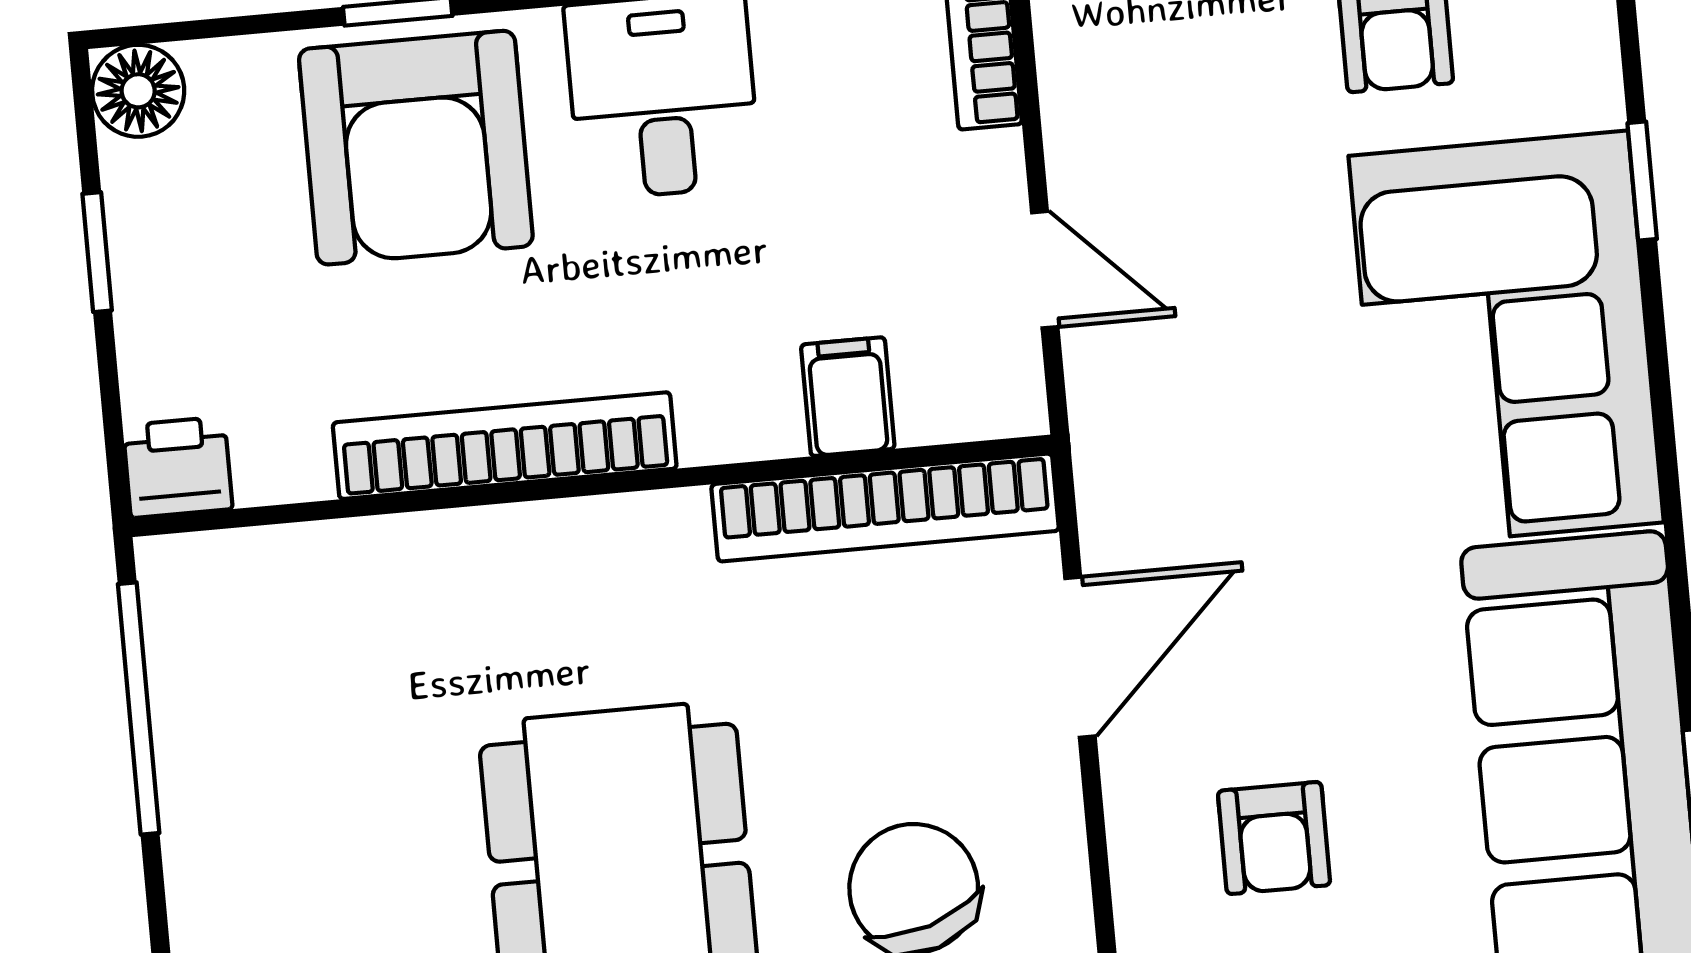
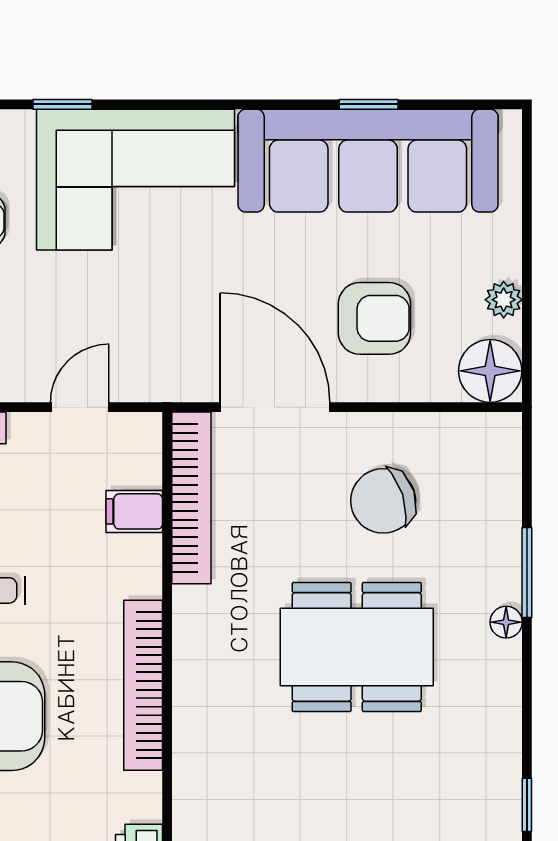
door: (1080, 657) -> (275, 407), width x1.36
armchair: (1274, 838) -> (374, 318), width x1.38, depth x1.38

